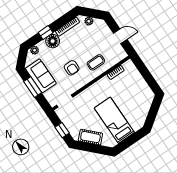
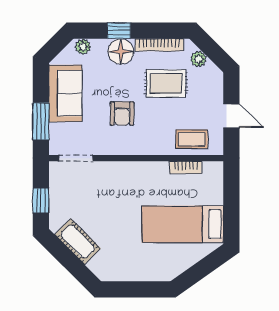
rug: (82, 42) -> (166, 83), added
coffee table: (96, 62) -> (192, 139), moved
window: (33, 87) -> (41, 121), moved
bed: (114, 120) -> (183, 224), moved, turned -90

